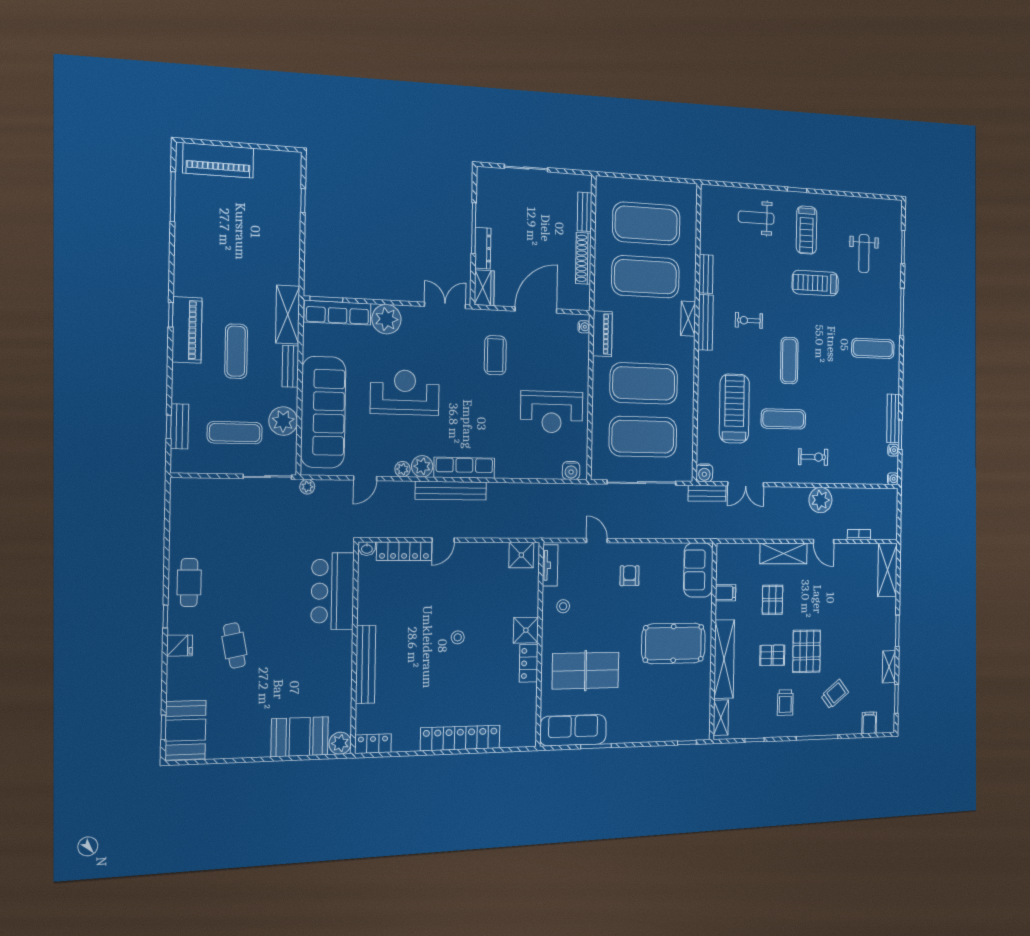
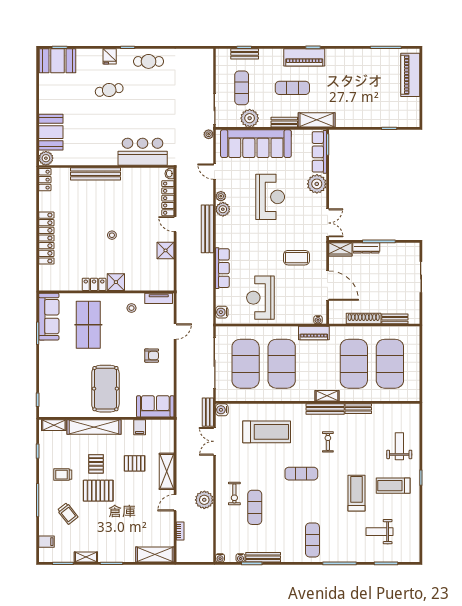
exercise mat: (783, 419) -> (255, 507), moved
row of seats: (464, 468) -> (222, 268), moved
shower: (521, 555) -> (166, 250), moved

